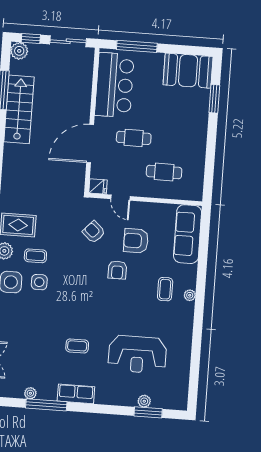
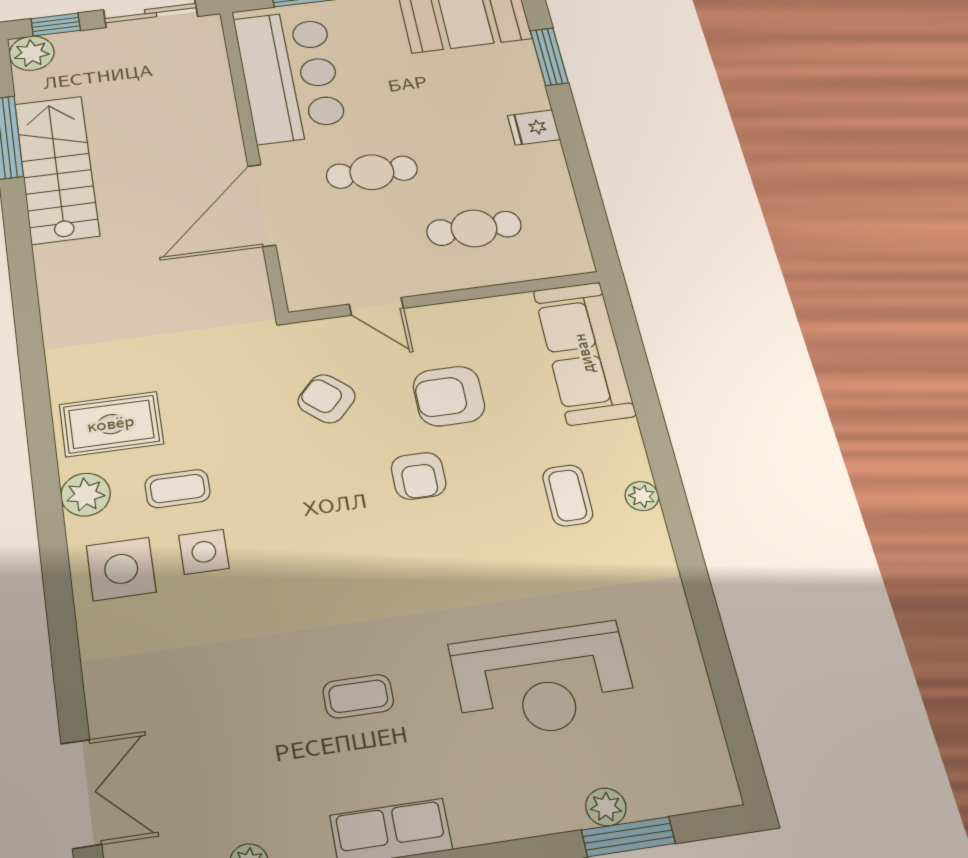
fridge: (98, 186) -> (534, 127), moved, turned 180

